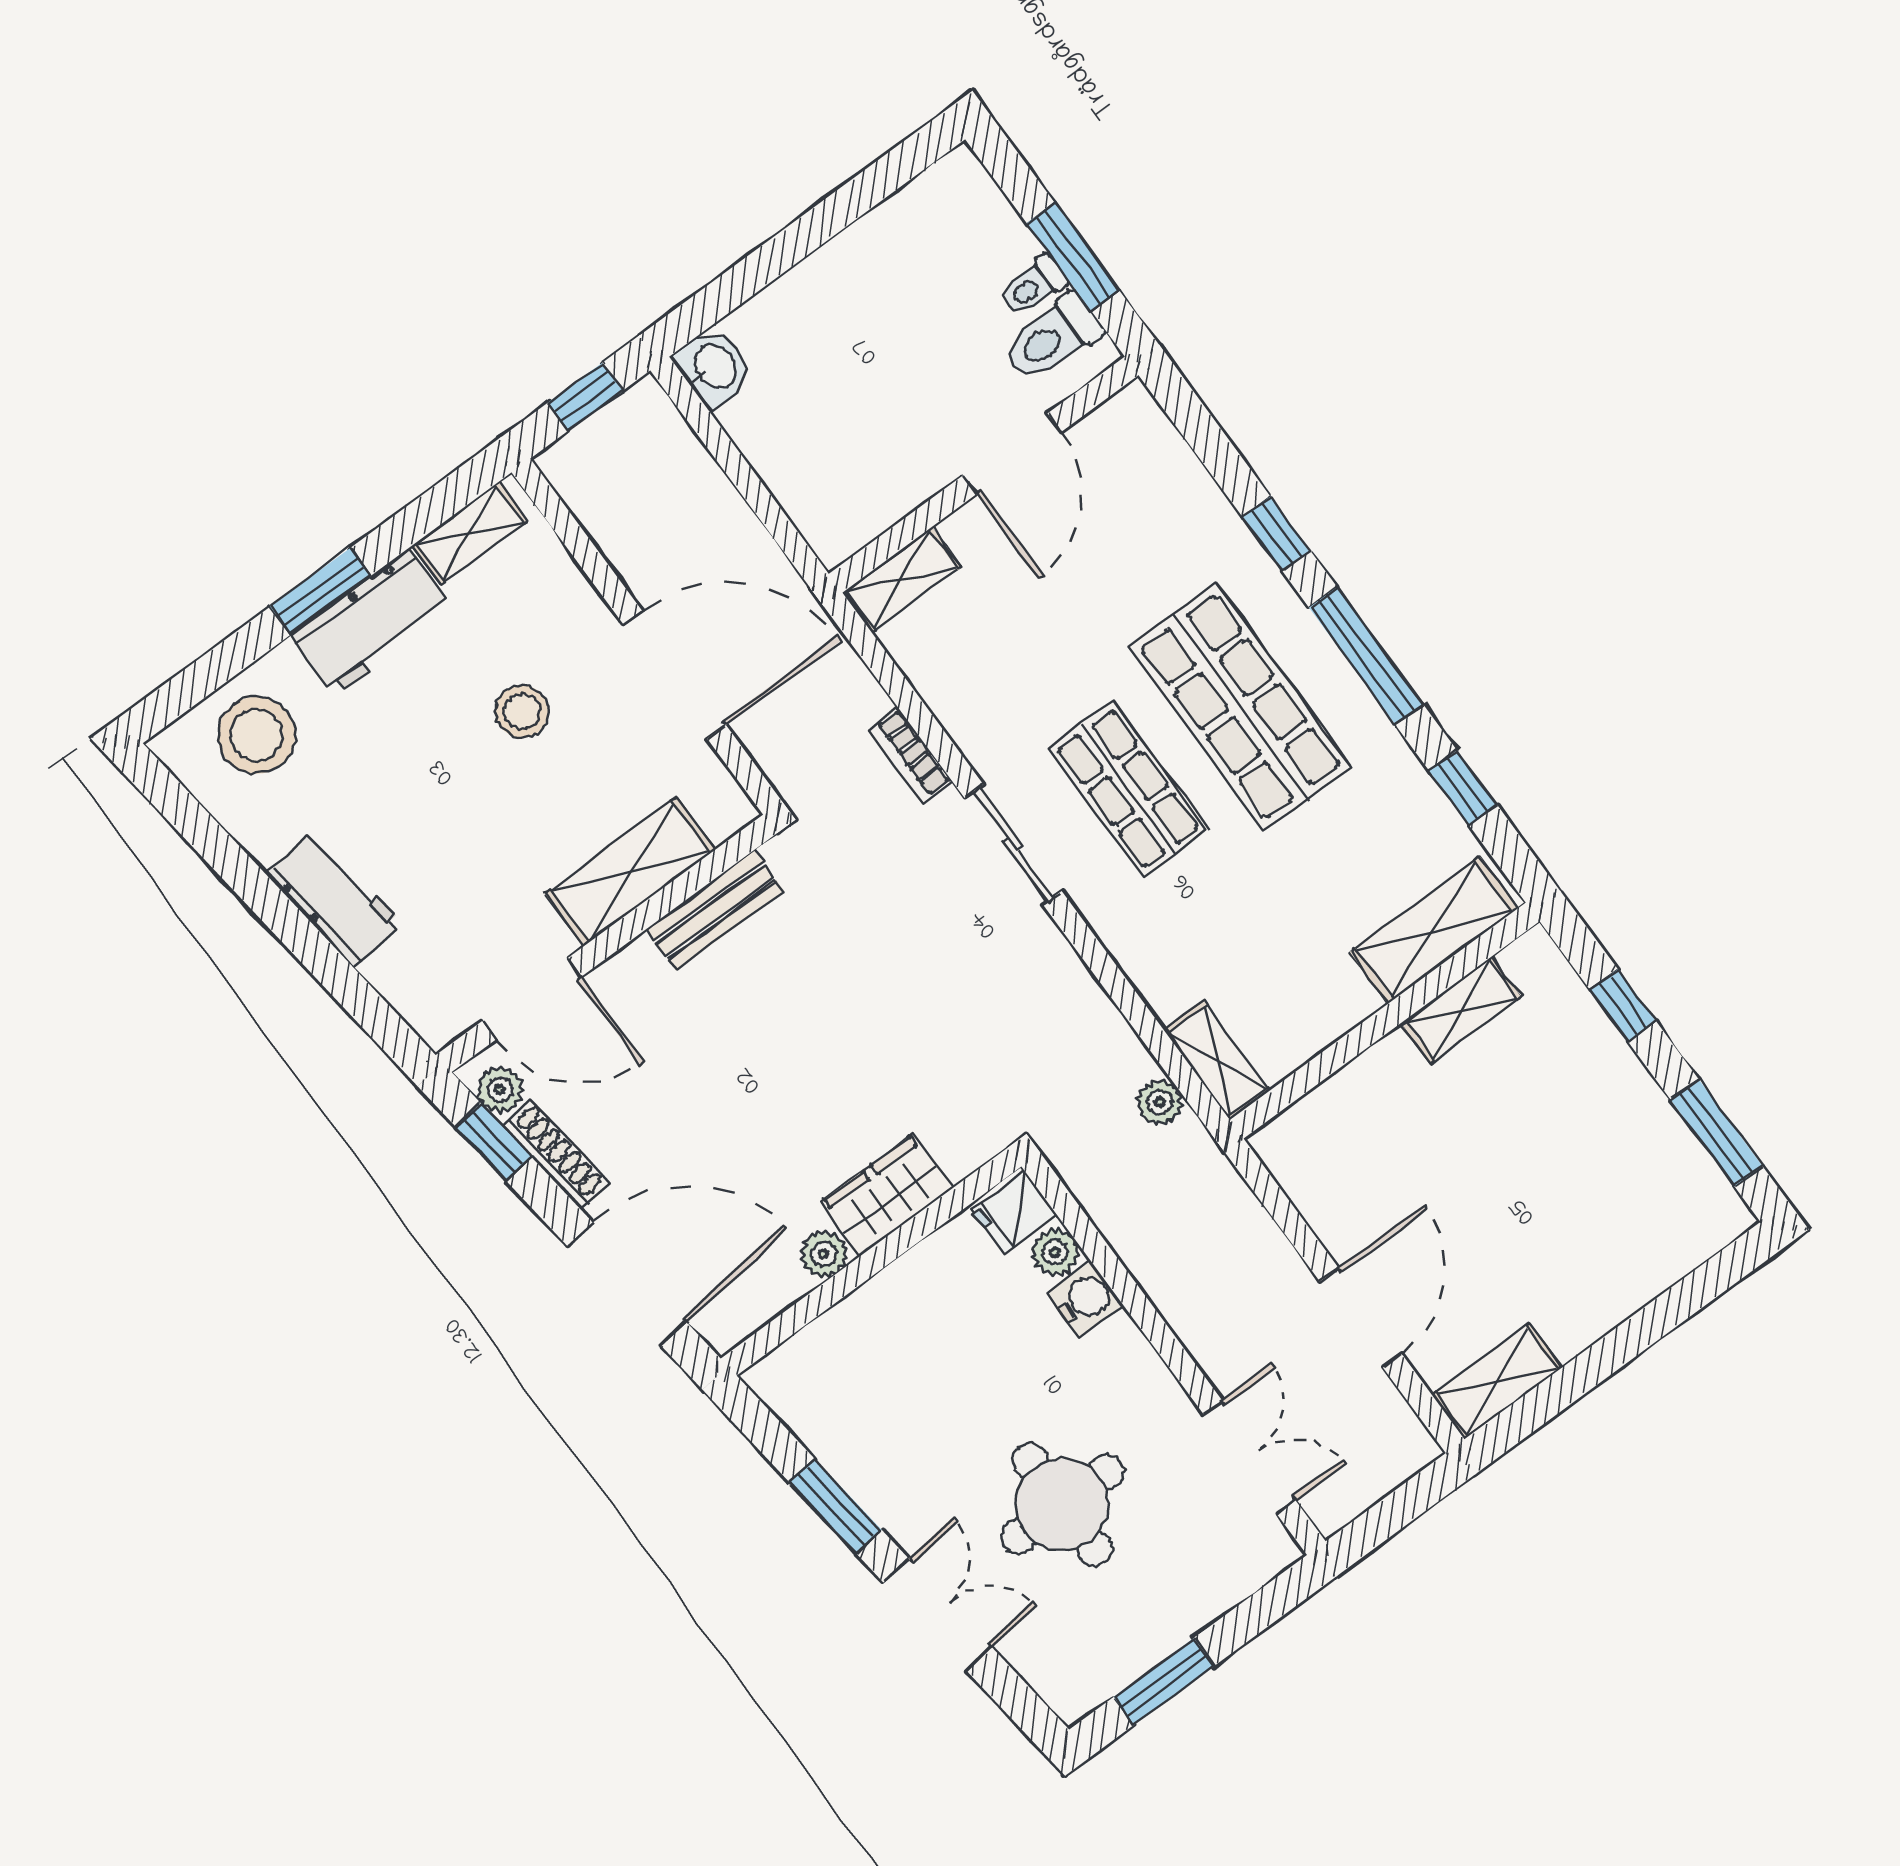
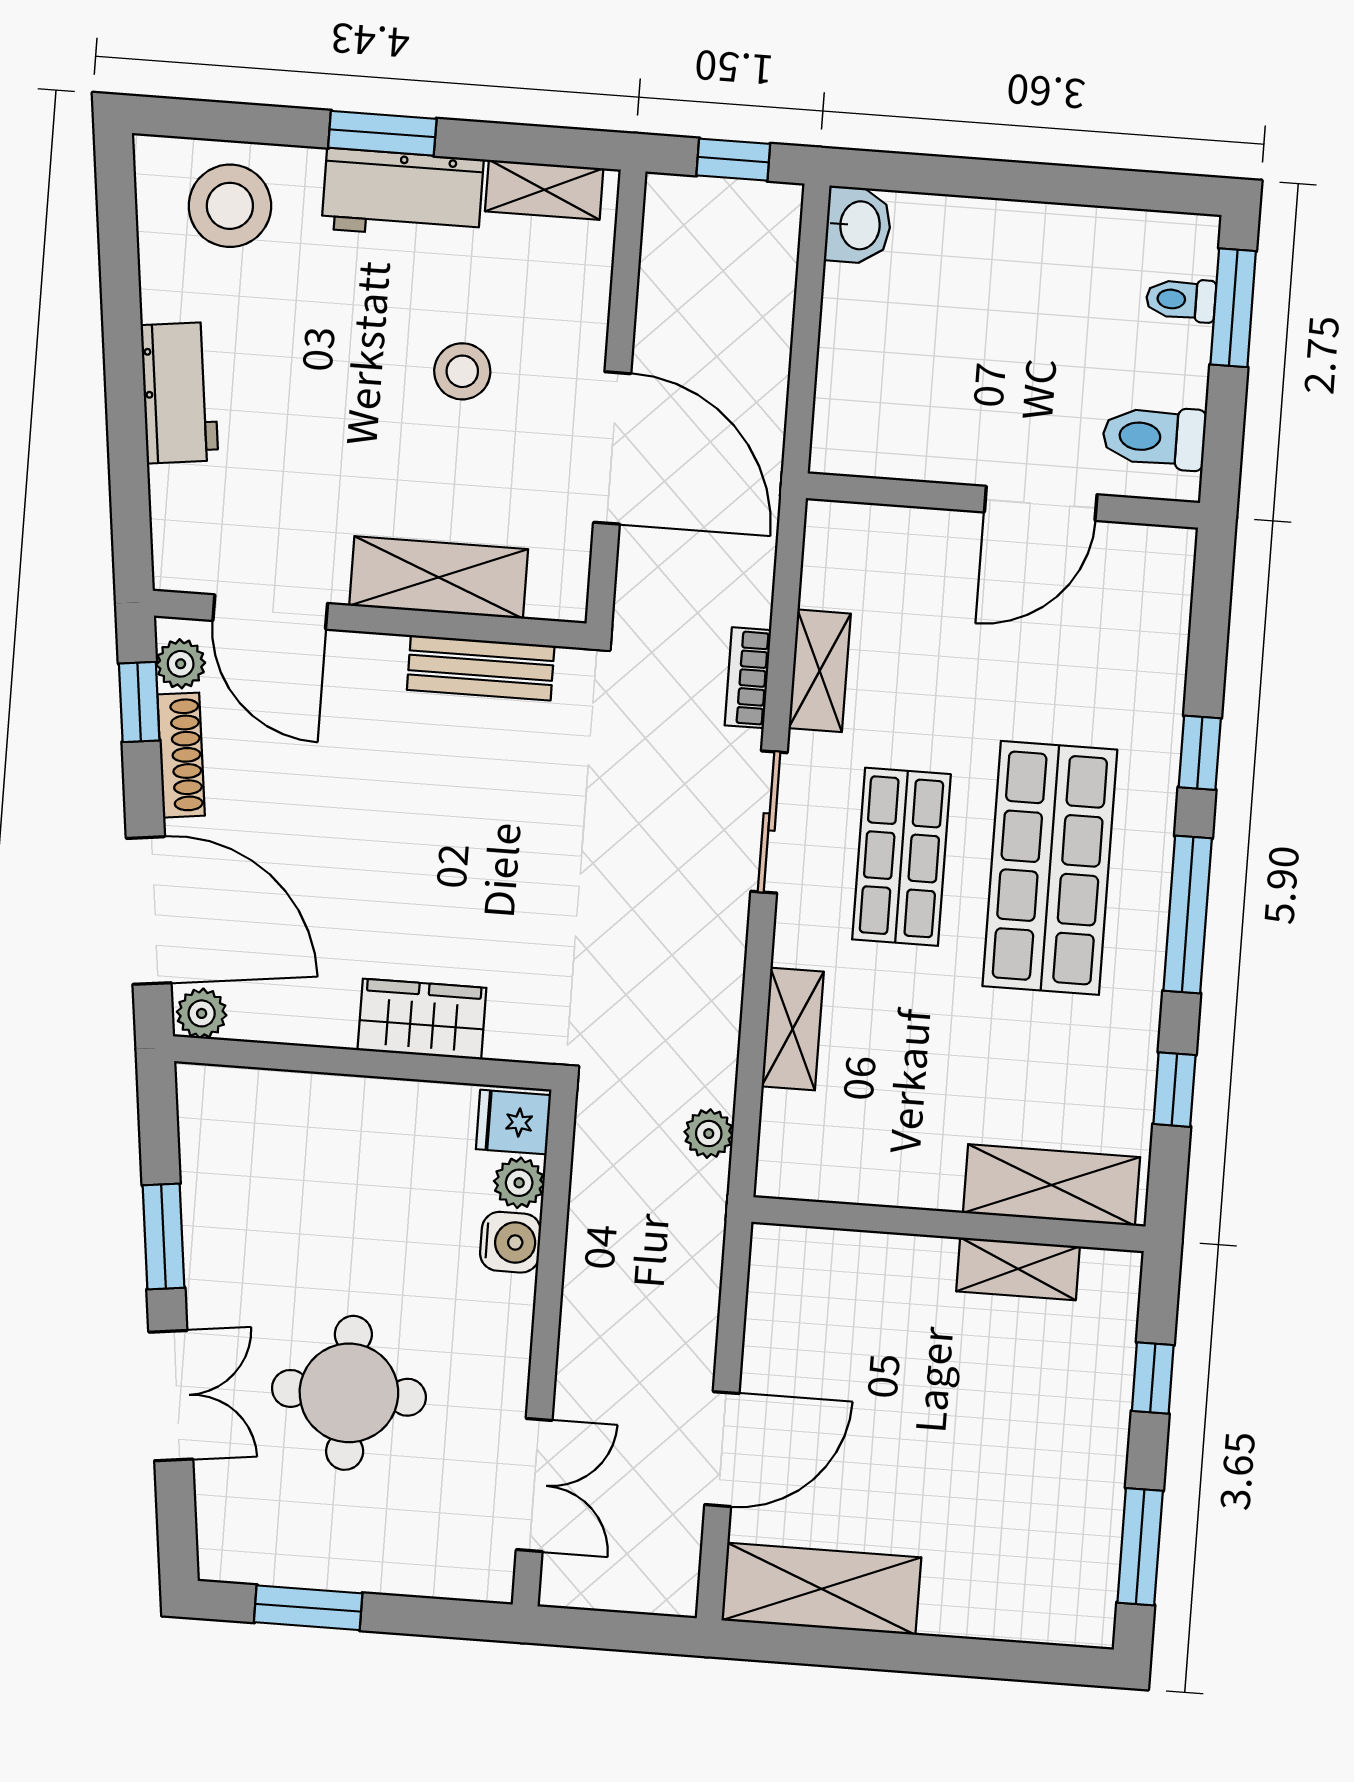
window: (1073, 257) -> (1233, 308), moved
toilet: (1033, 286) -> (1181, 300), moved
shelving: (902, 580) -> (820, 671), moved, turned 90
shelving: (1217, 1061) -> (793, 1029), moved
plant: (824, 1254) -> (202, 1013), moved
shelving: (1497, 1382) -> (821, 1589), width x1.50, depth x1.33

